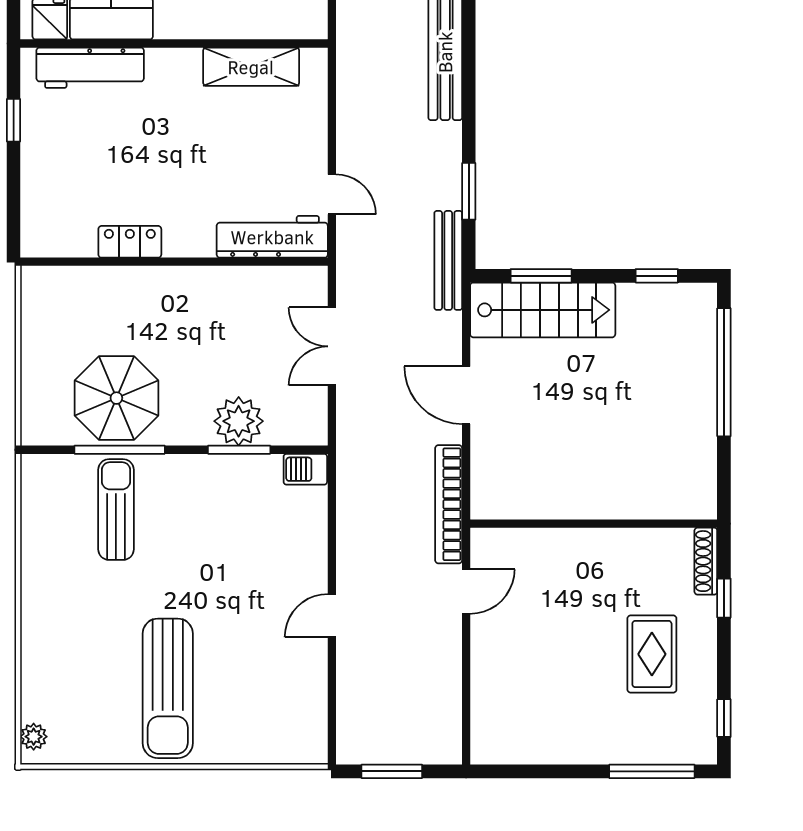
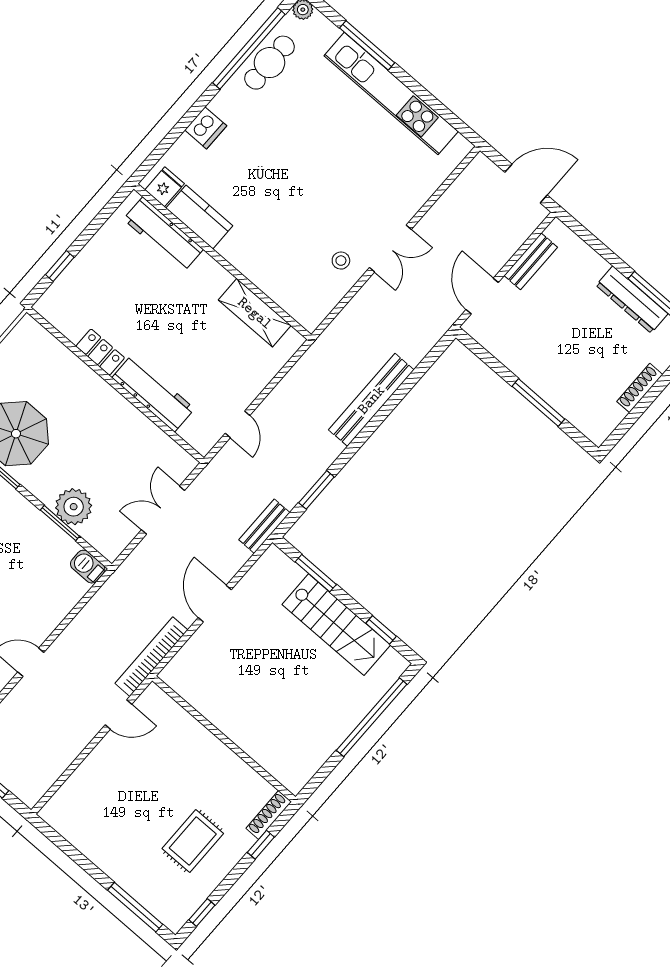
window: (14, 120) -> (60, 266), moved
workbench: (272, 237) -> (153, 393), moved
bench: (448, 260) -> (264, 526), width x0.73
stairs: (543, 310) -> (336, 625), moved

